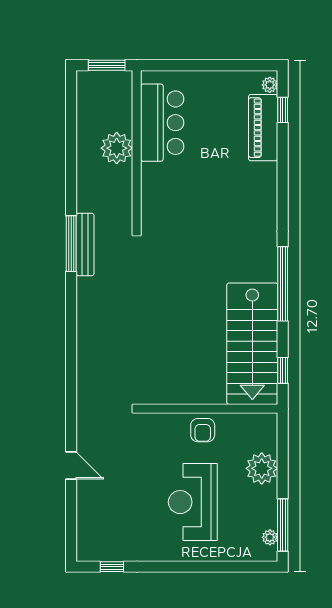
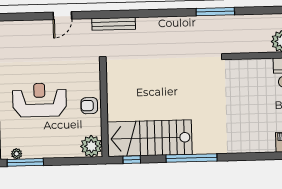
bench: (85, 244) -> (114, 24), moved
plant: (262, 468) -> (91, 146), moved

